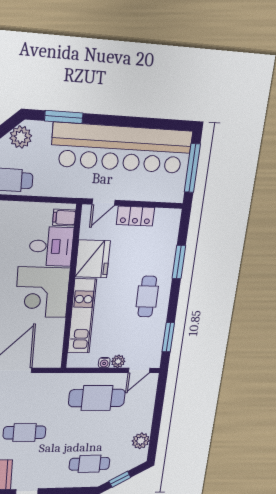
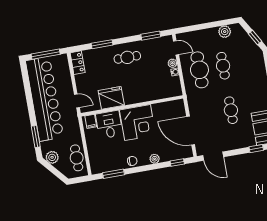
locker: (135, 216) -> (78, 63), moved
kitchen unit: (82, 316) -> (148, 94), removed
cafe table: (90, 464) -> (223, 66), moved

